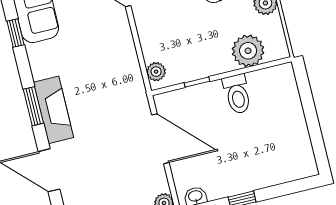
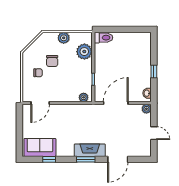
toilet: (237, 94) -> (103, 38), moved

